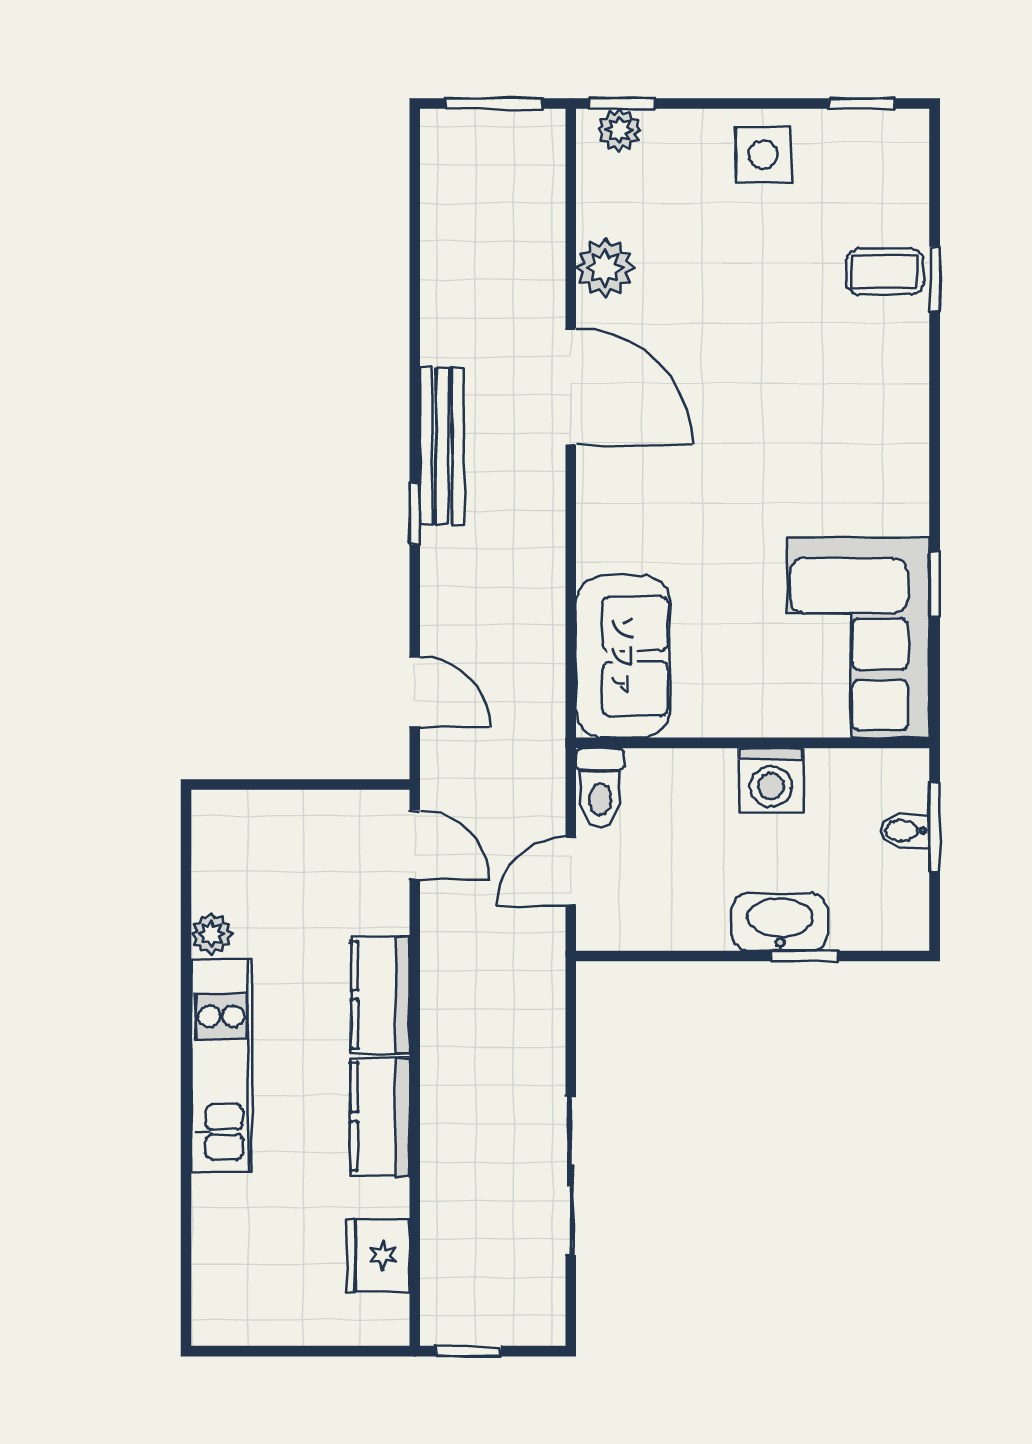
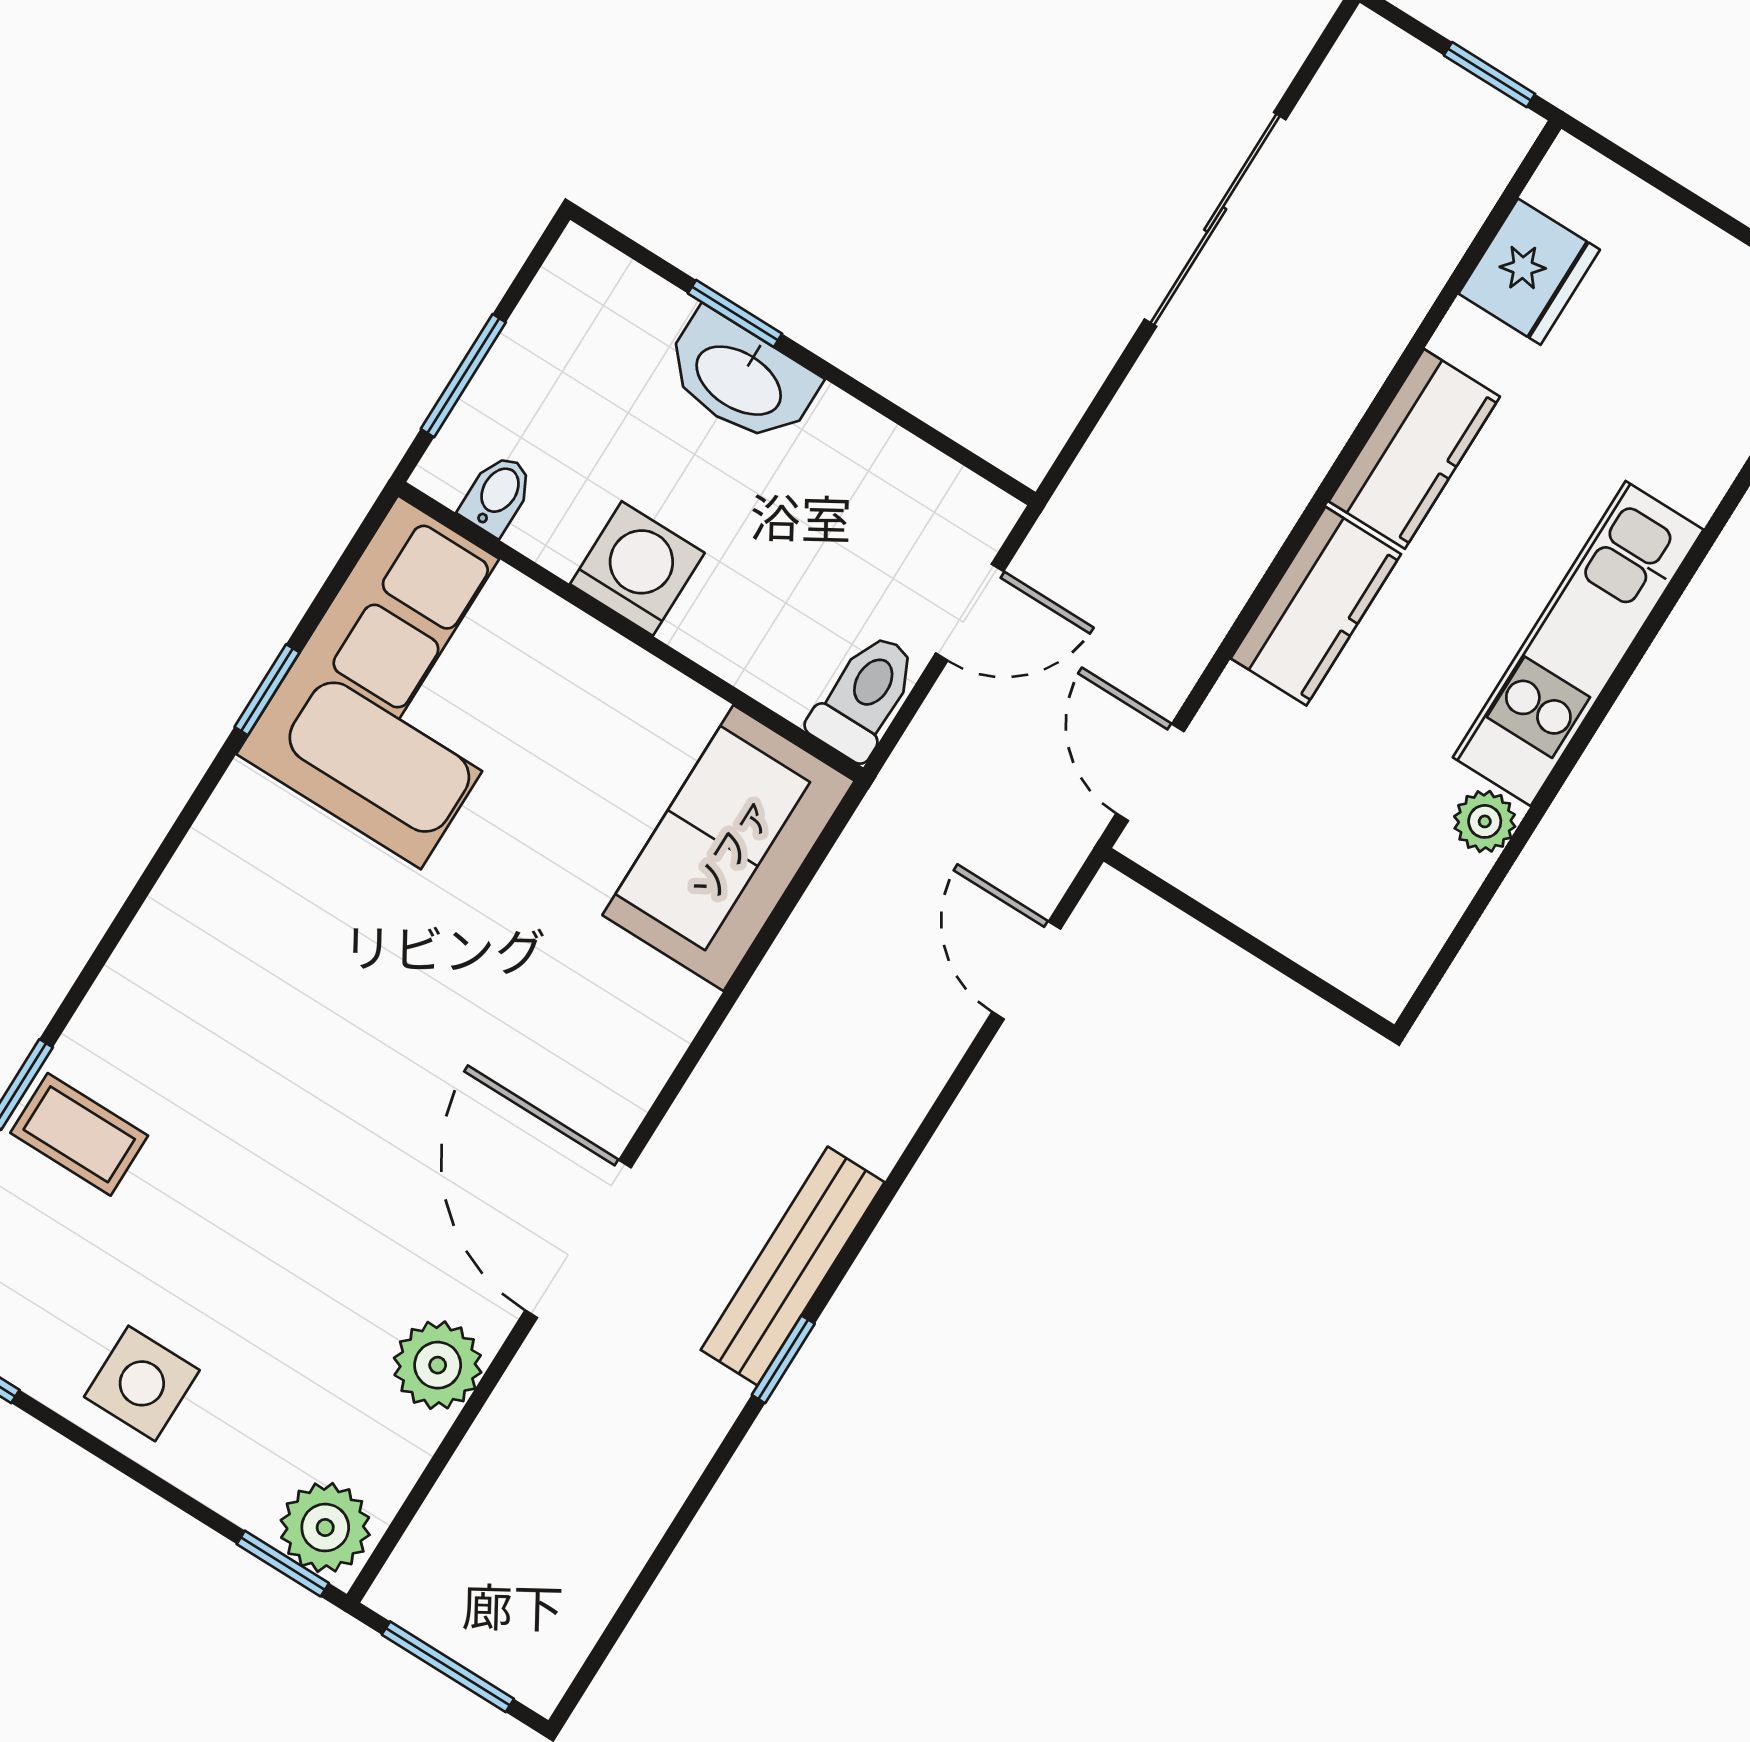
plant: (619, 130) -> (325, 1528), width x1.38, depth x1.38
window: (415, 514) -> (783, 1359), moved
bidet: (905, 831) -> (497, 495), moved, turned -90

